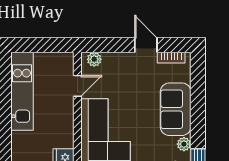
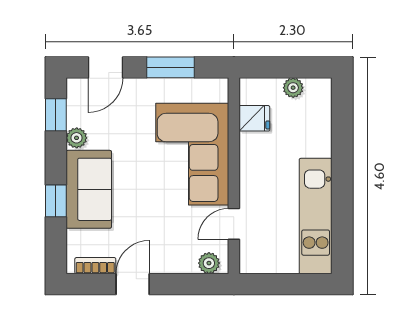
door: (146, 45) -> (133, 284), swing flipped
window: (198, 101) -> (56, 201), added

